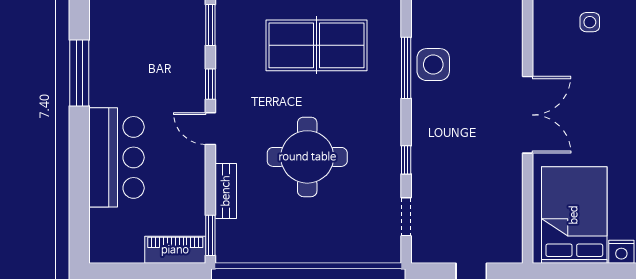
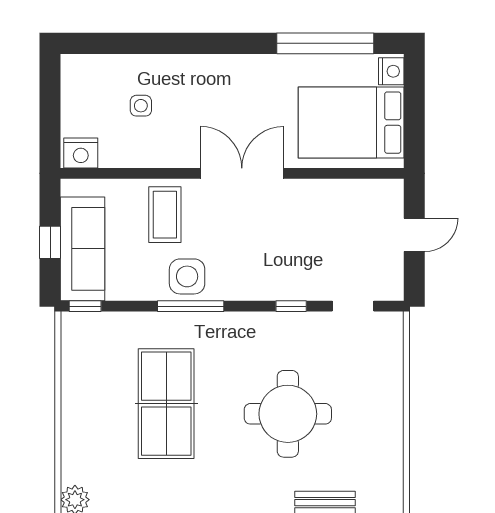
coffee table: (490, 44) -> (165, 215), added

